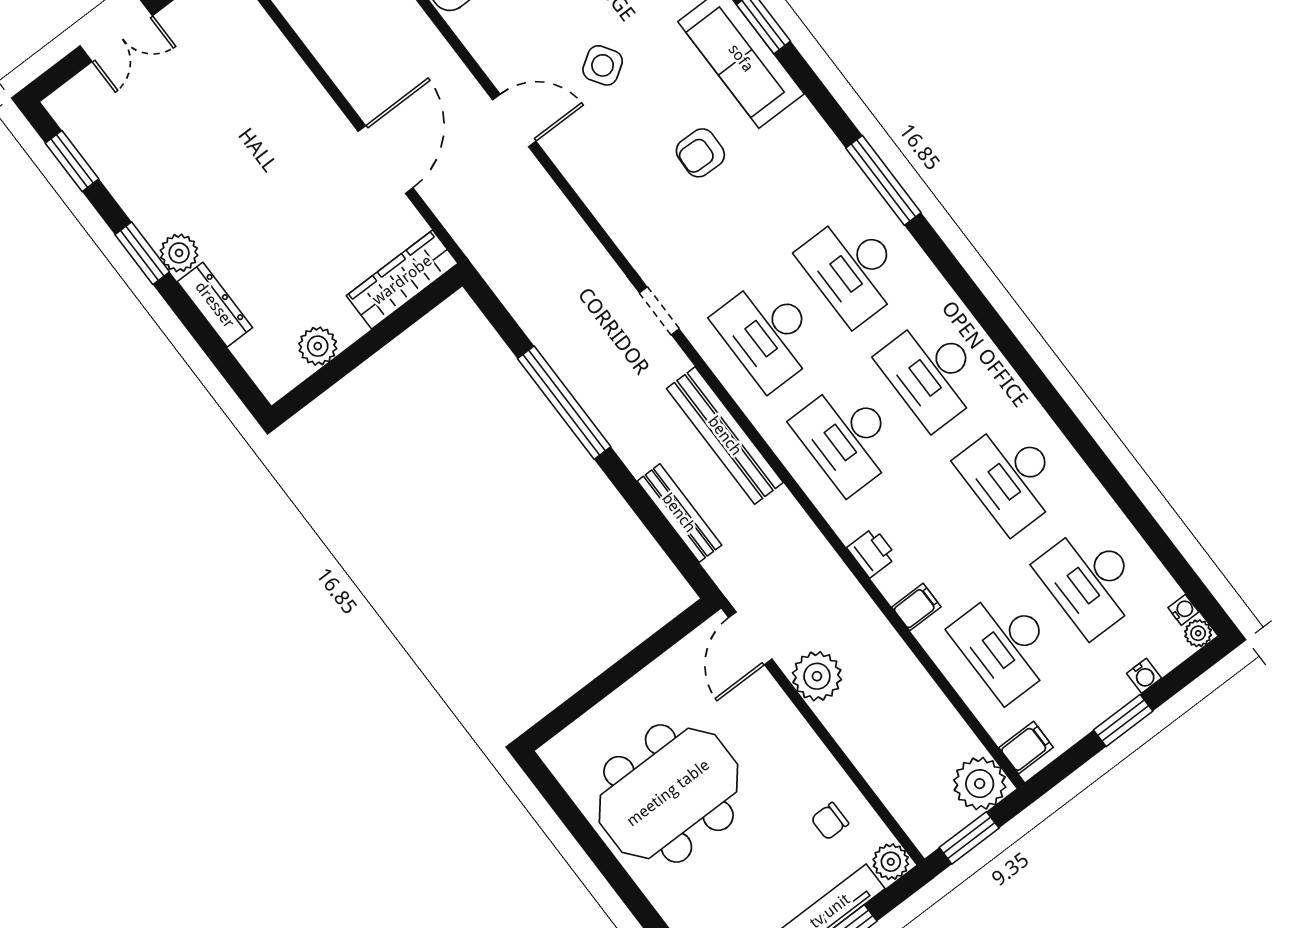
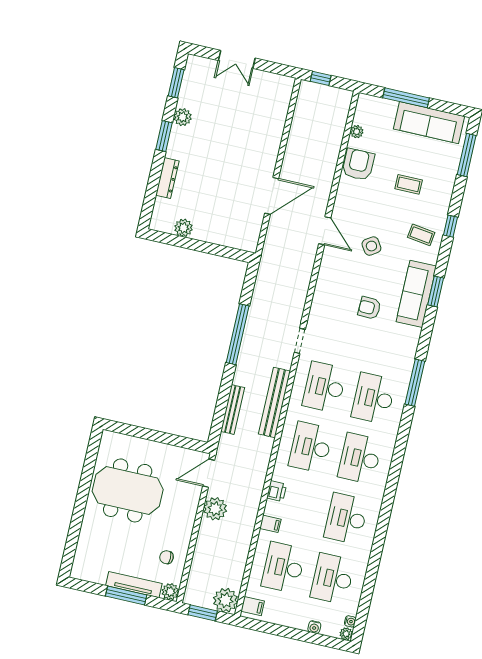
plant: (179, 253) -> (183, 117), moved
wardrobe: (402, 280) -> (233, 238), removed
window: (1123, 721) -> (292, 633), removed

